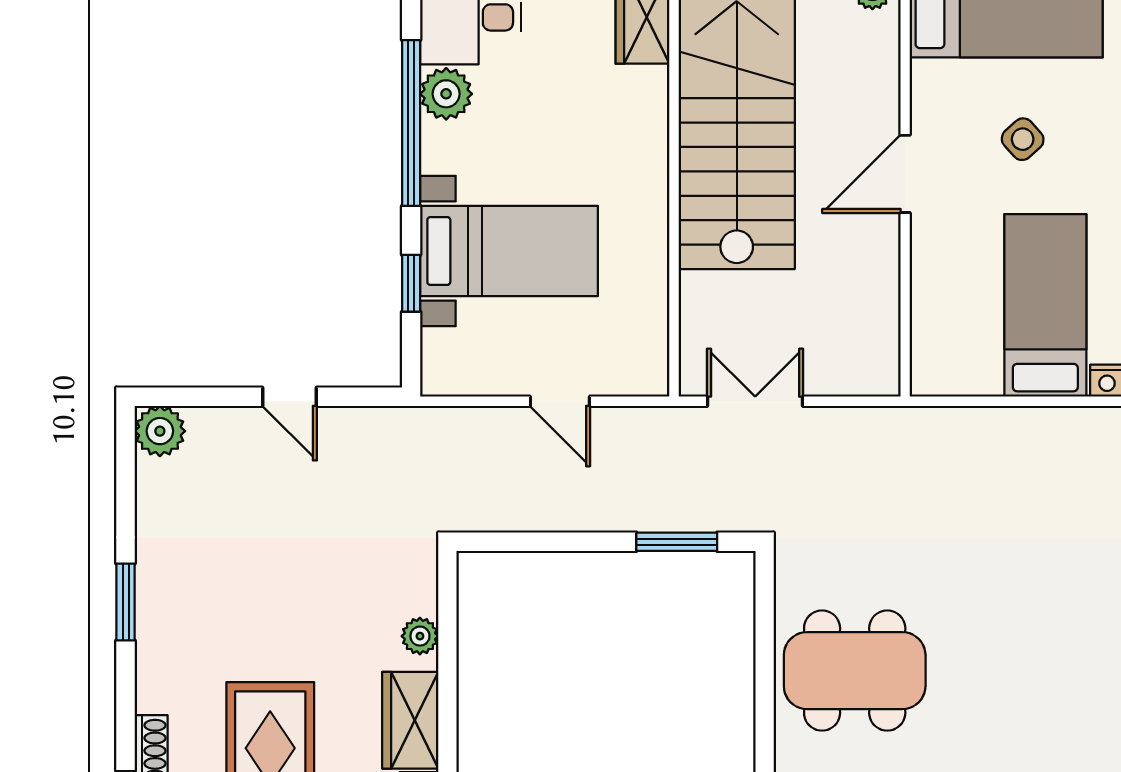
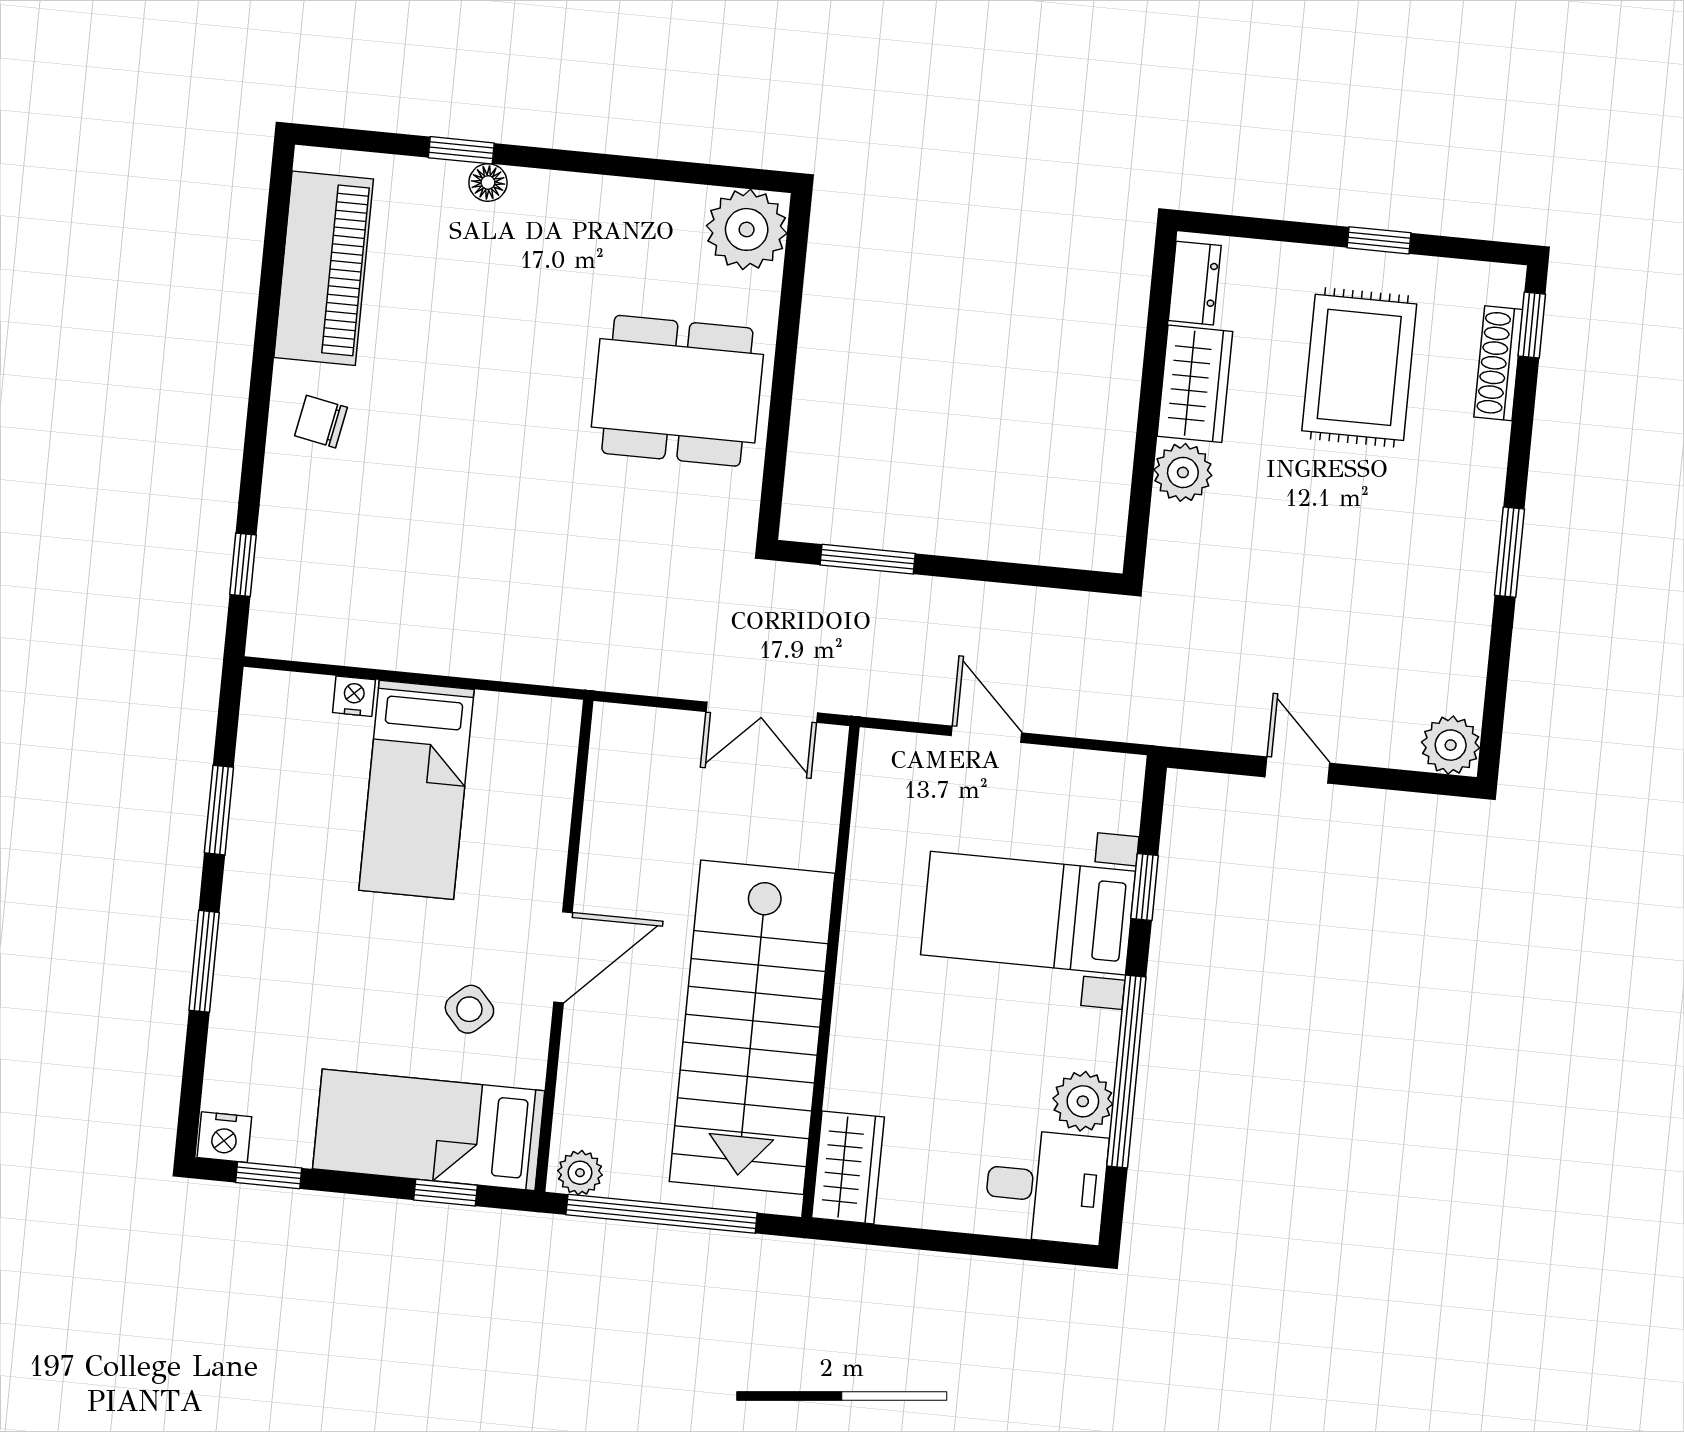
side table: (1023, 139) -> (469, 1009), moved
plant: (420, 636) -> (1183, 472), width x1.38, depth x1.38

